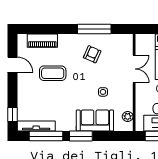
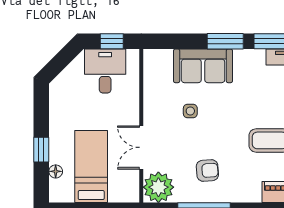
armchair: (92, 54) -> (207, 170), turned -118
plant: (128, 117) -> (158, 187), moved, width x1.87, depth x1.87

